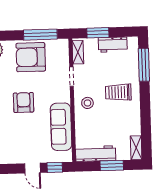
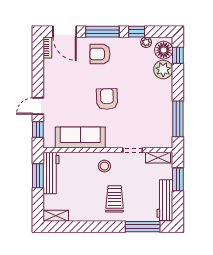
workbench: (113, 45) -> (165, 200), width x1.38
armchair: (31, 57) -> (154, 108), removed
armchair: (24, 102) -> (107, 99), turned -92
window: (112, 166) -> (38, 176), moved

